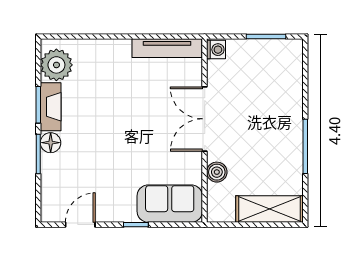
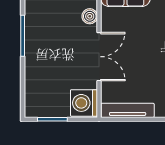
washing machine: (216, 50) -> (84, 103), width x1.89, depth x1.89

